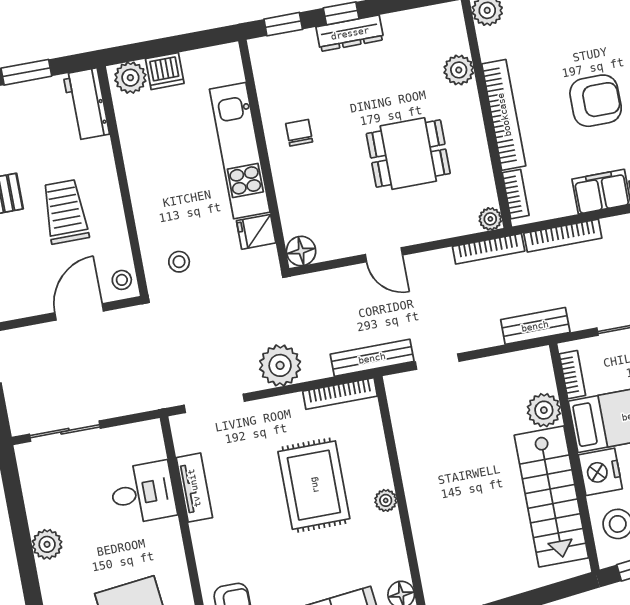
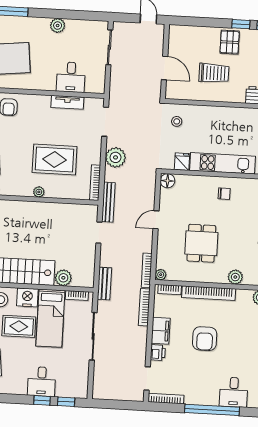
stool: (122, 280) -> (175, 92), removed

